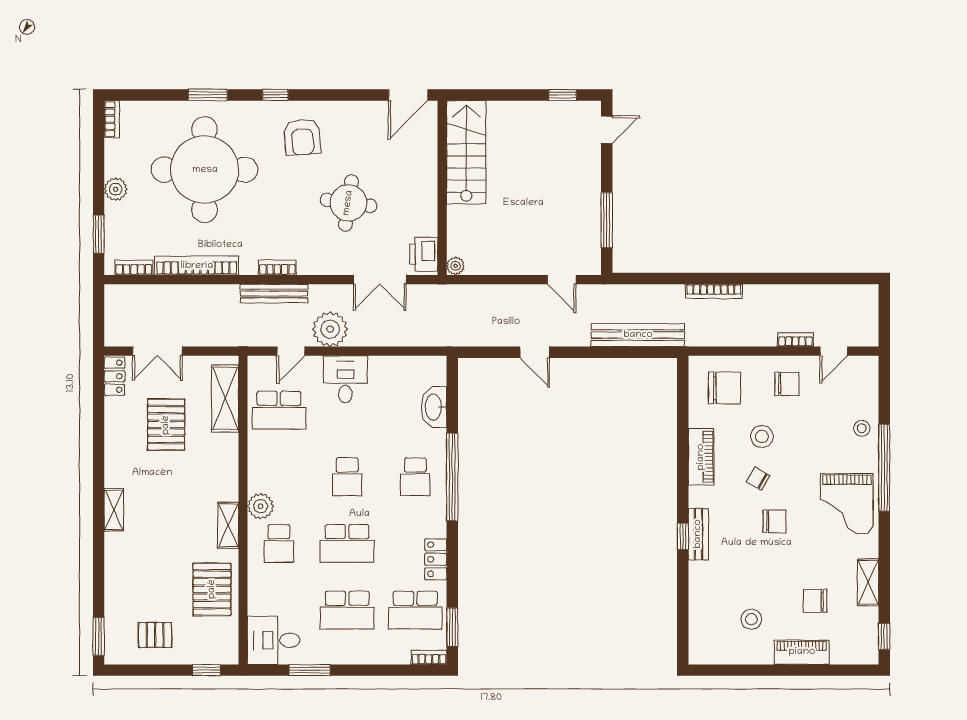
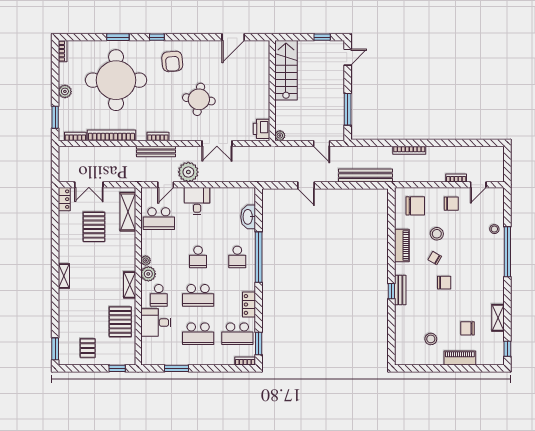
stairs: (466, 152) -> (286, 70), moved
wall: (442, 188) -> (272, 91), moved
printer: (424, 254) -> (262, 129), moved
plant: (456, 266) -> (280, 136), moved
plant: (256, 483) -> (146, 260), added
grand piano: (847, 504) -> (486, 273), removed
pallet: (155, 635) -> (88, 348), turned 90
desk: (274, 640) -> (156, 323), moved

